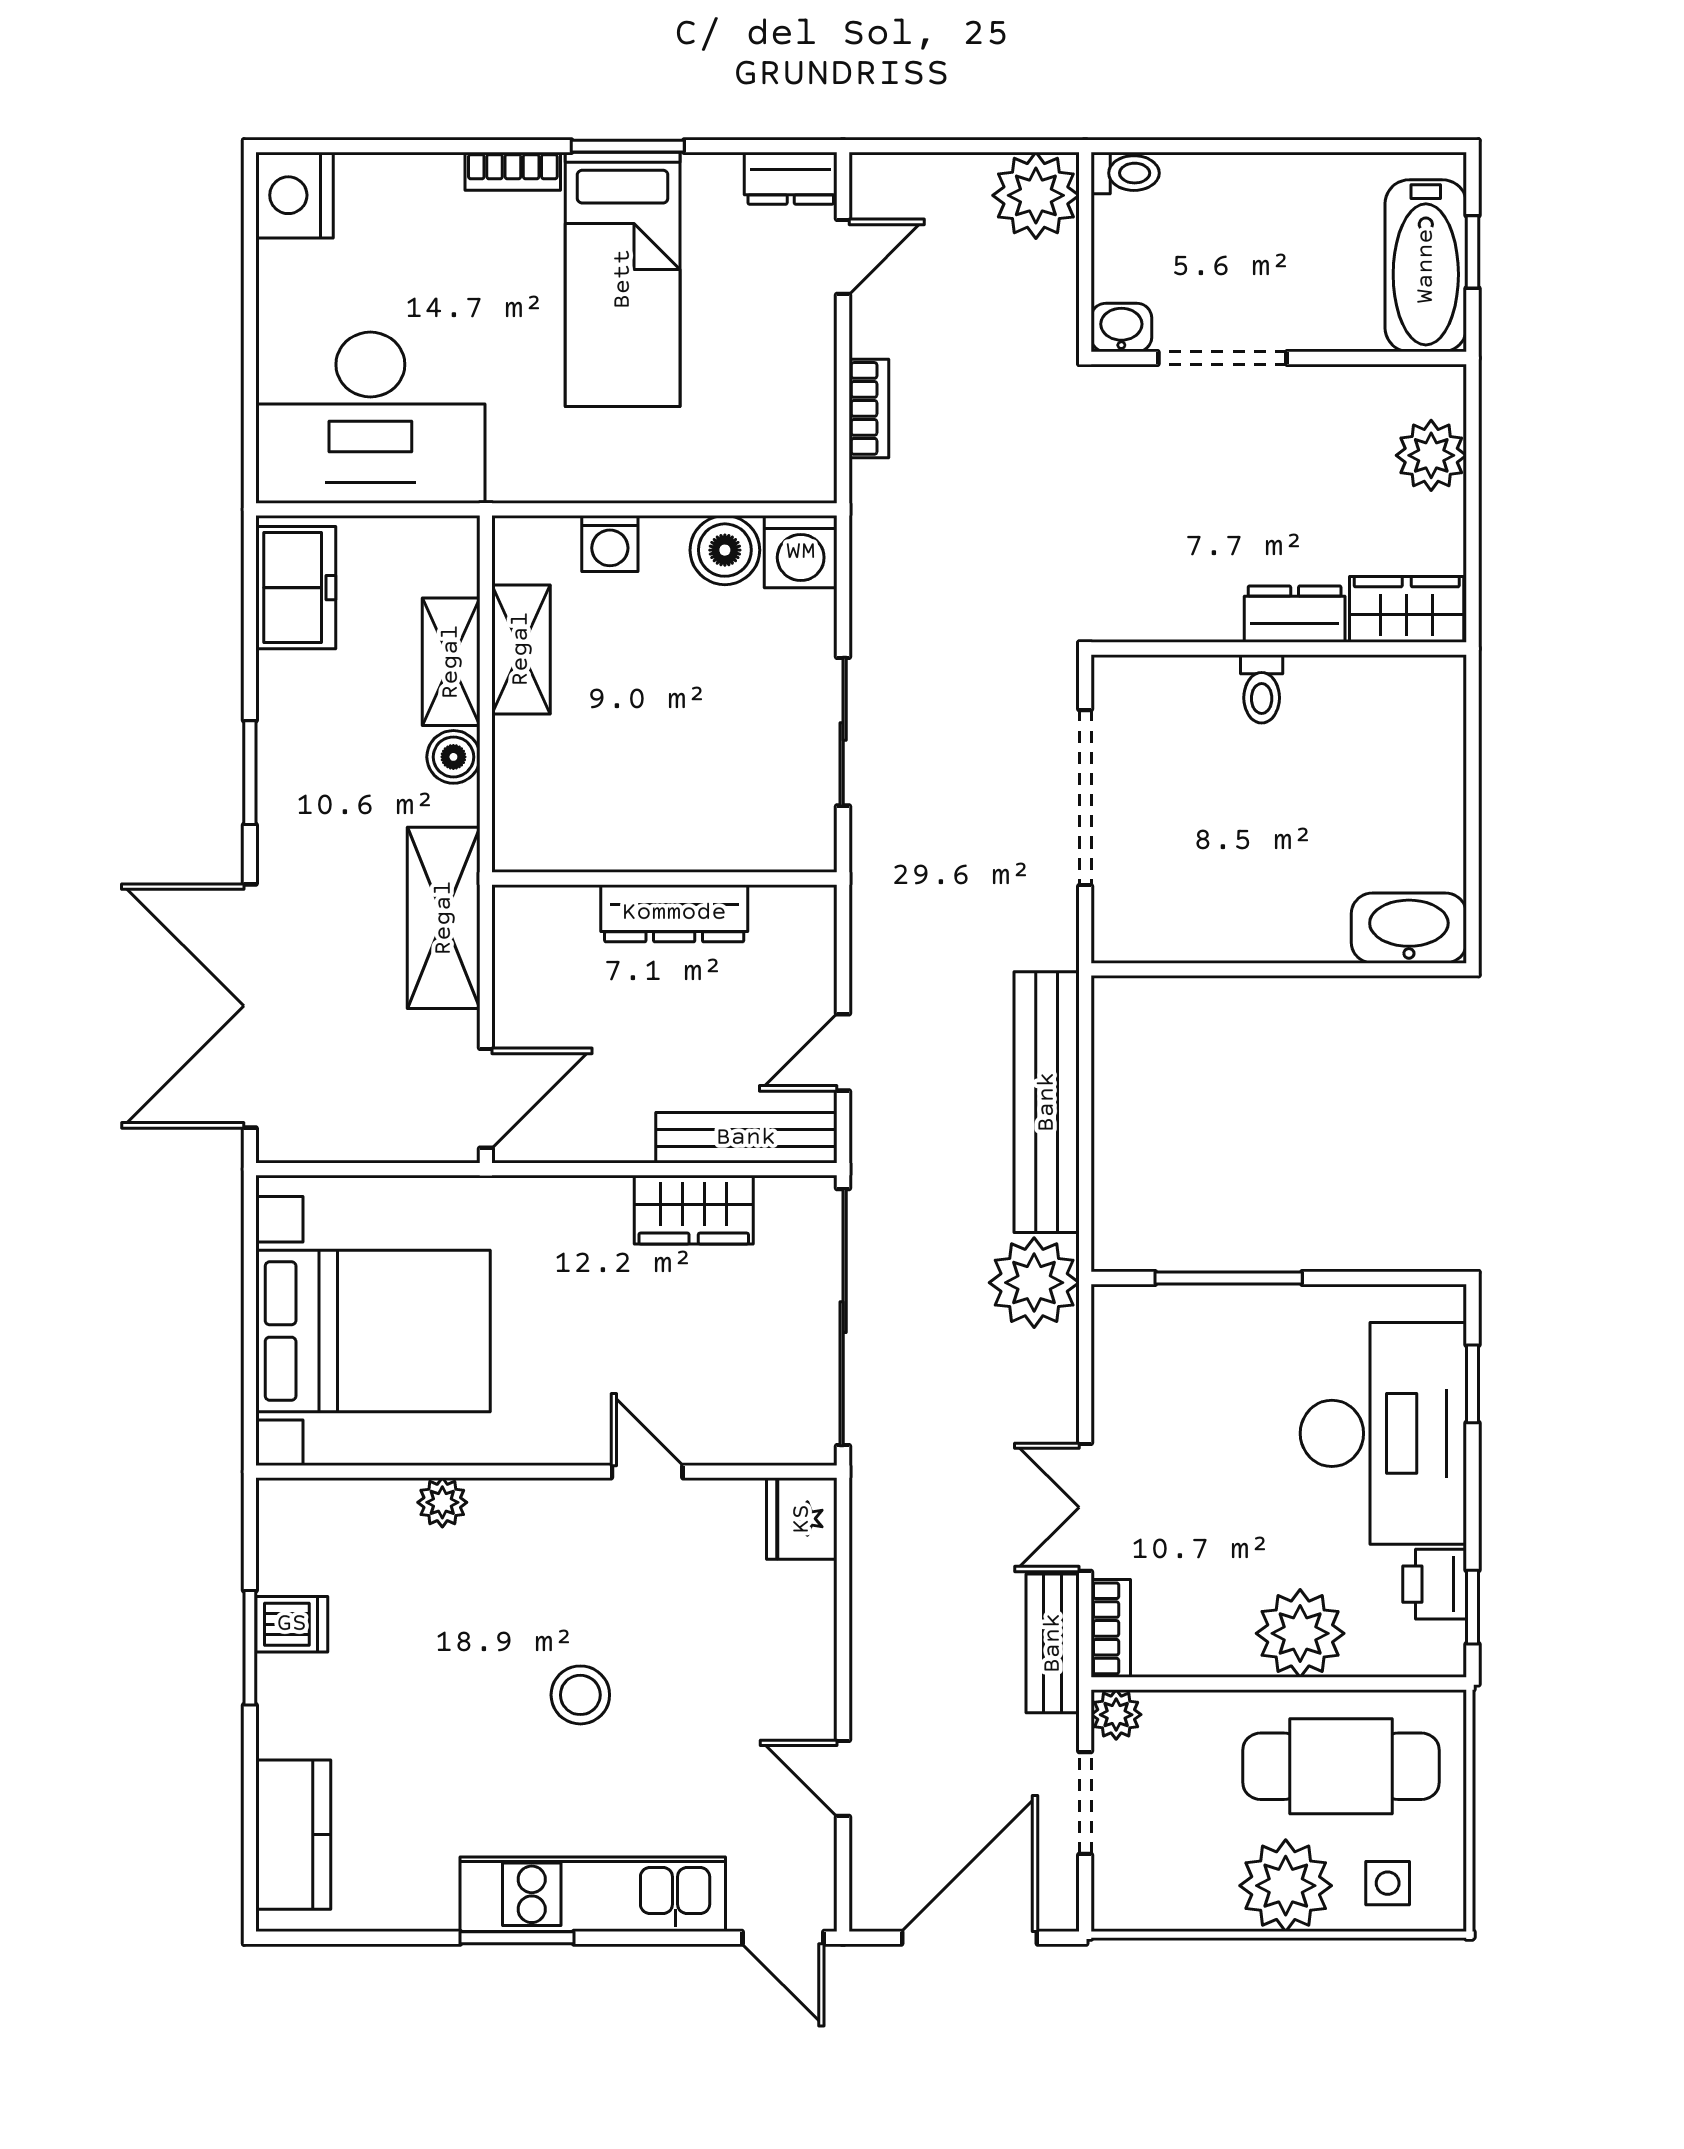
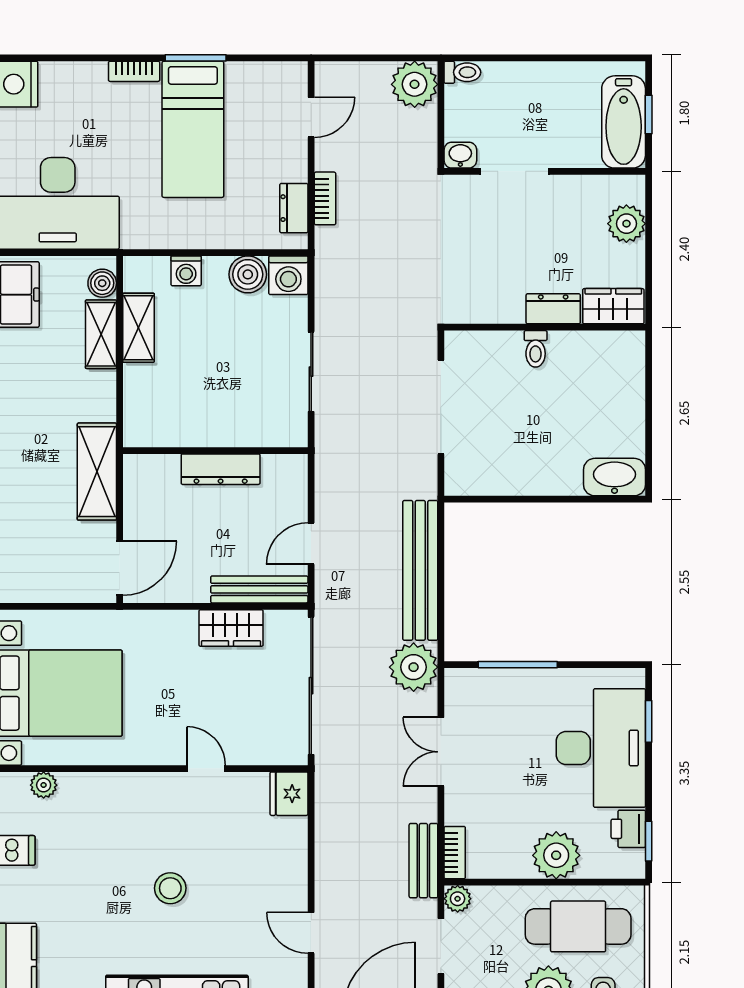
dresser: (791, 178) -> (294, 208), moved, turned 90
boiler: (453, 757) -> (102, 283), moved
plant: (442, 1502) -> (44, 785), moved
double door: (1085, 1507) -> (441, 752), moved

